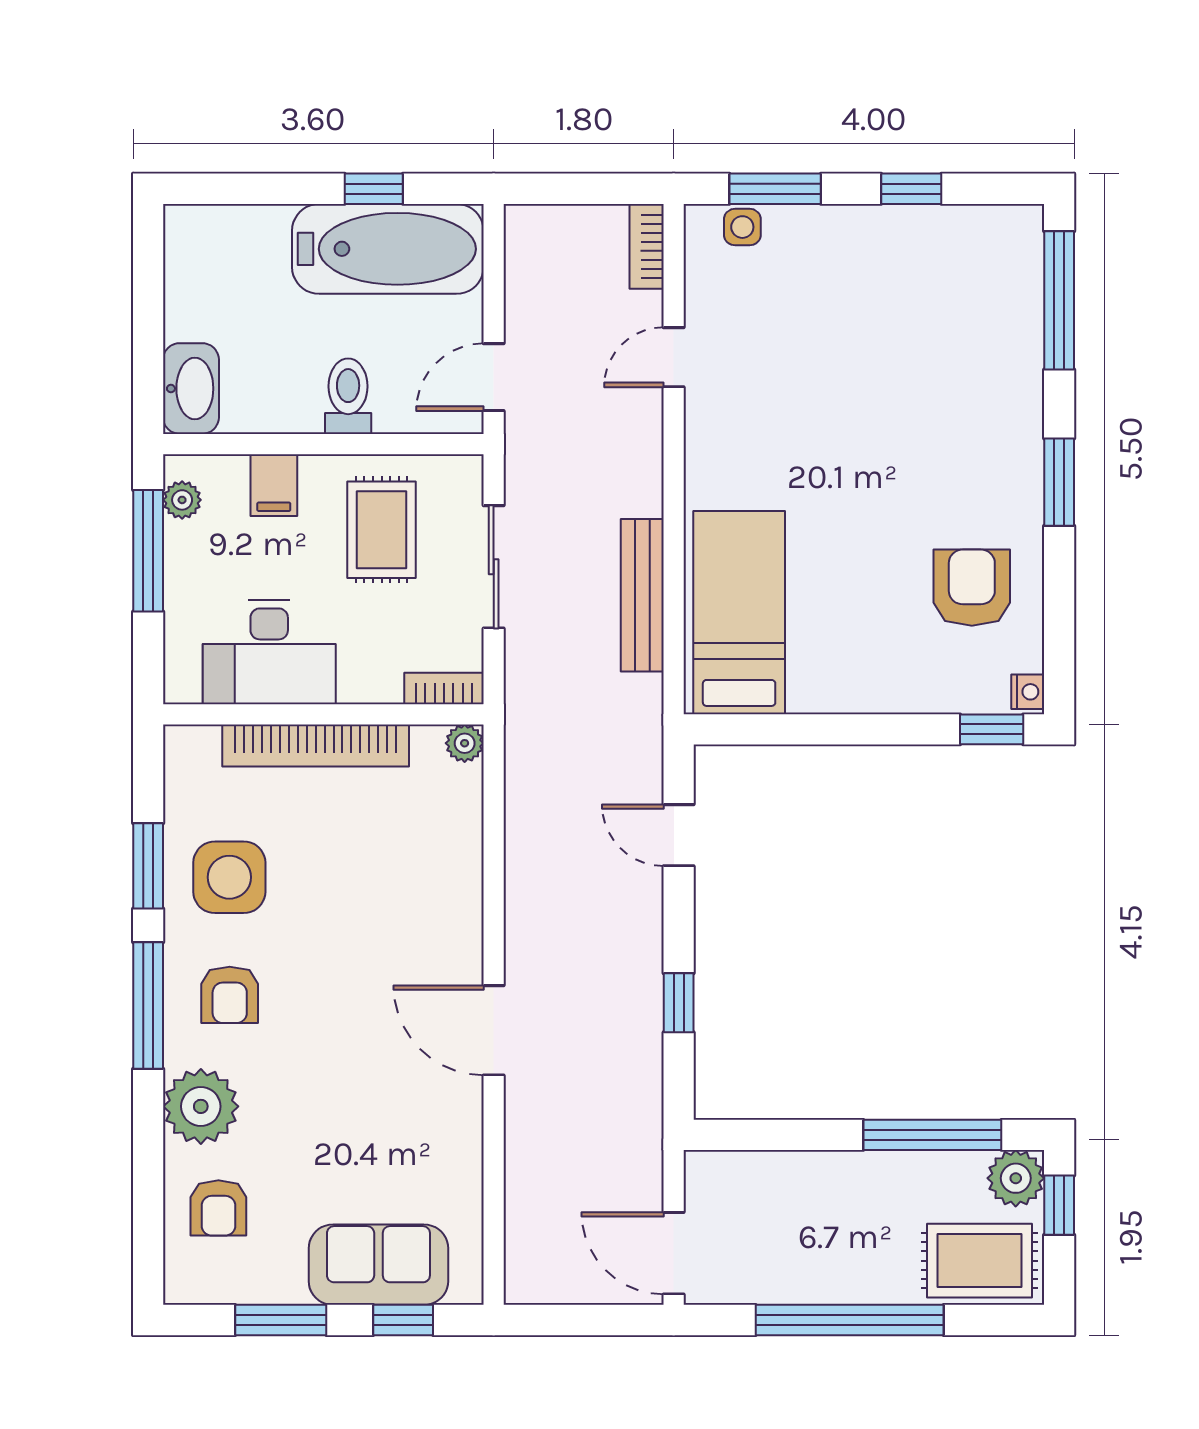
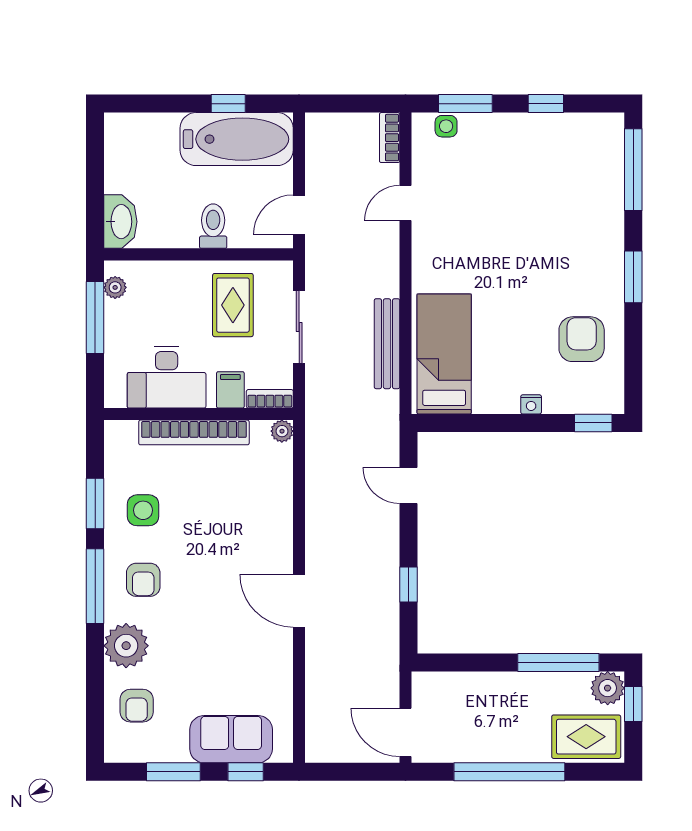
filing cabinet: (274, 485) -> (230, 390), moved, turned 180
nightstand: (1028, 692) -> (531, 404), moved, turned 90
side table: (229, 877) -> (143, 510), width x0.73, depth x0.73

